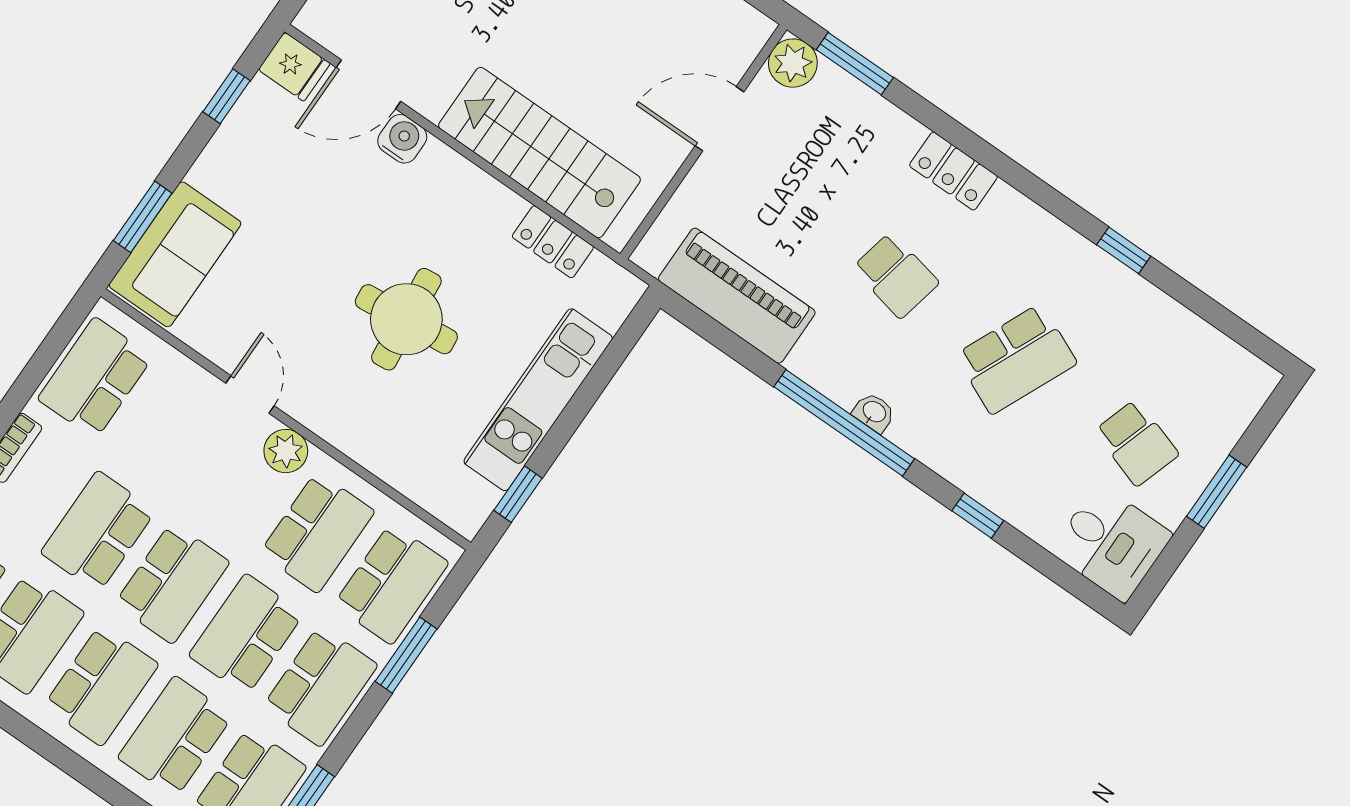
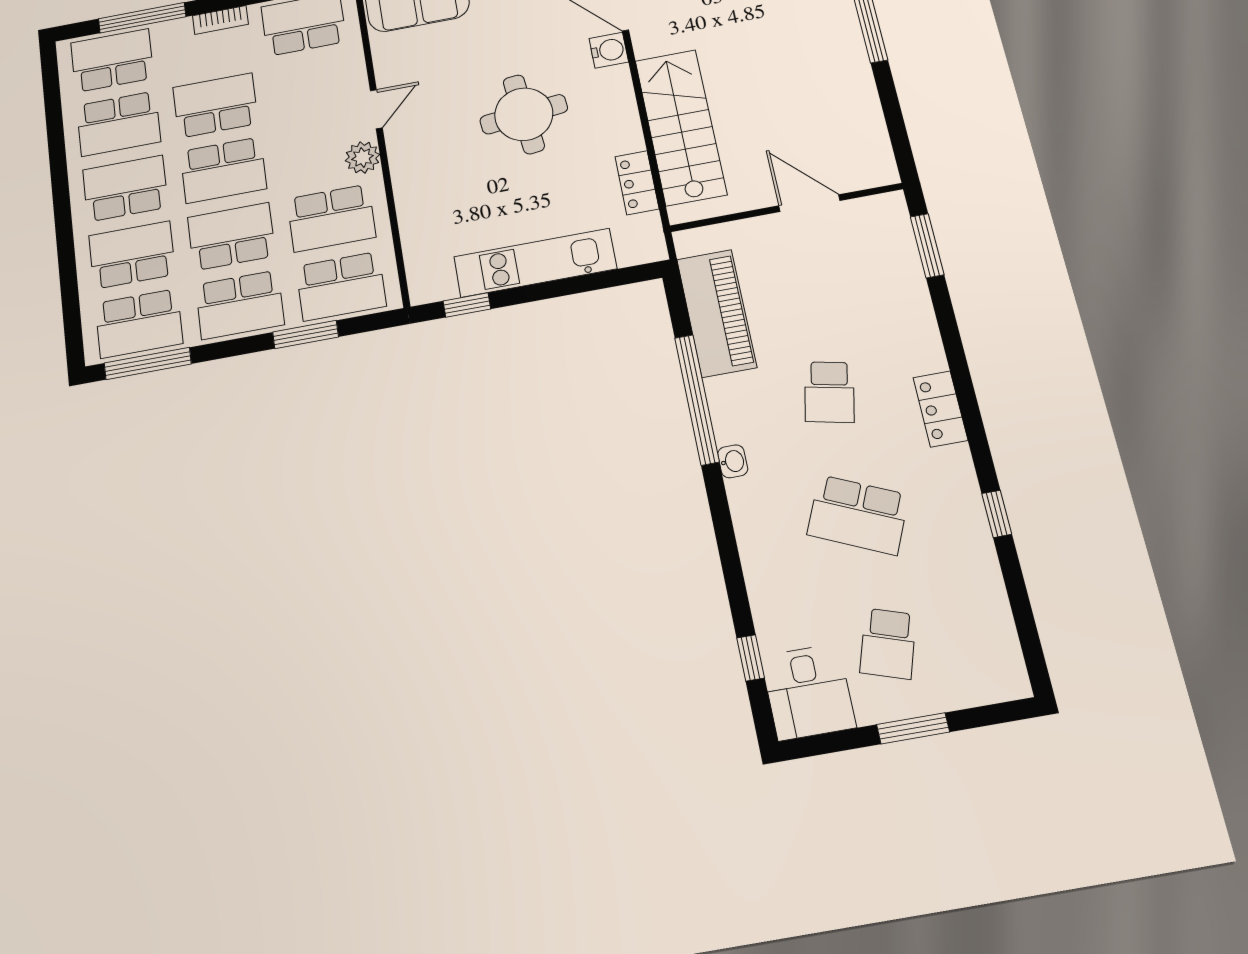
plant: (793, 63) -> (888, 212), removed
locker: (953, 171) -> (940, 409), moved
round table: (406, 319) -> (524, 114), moved
window: (844, 423) -> (697, 399), moved
window: (978, 516) -> (751, 658), moved
school desk: (101, 685) -> (125, 188), turned 180

